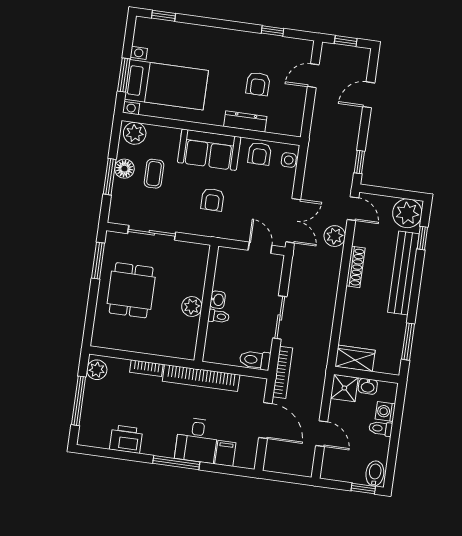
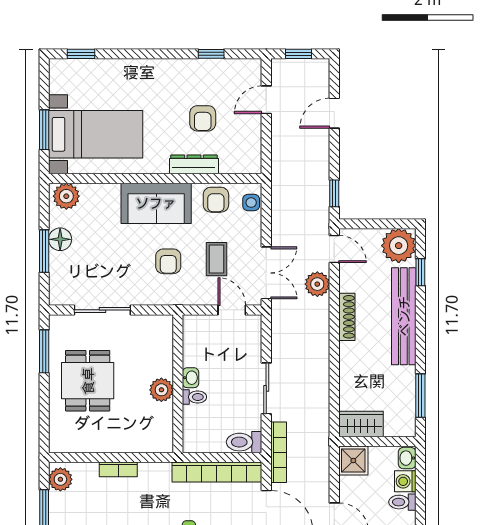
coffee table: (154, 174) -> (216, 259), moved
bookcase: (201, 378) -> (217, 472), moved
washbasin: (368, 386) -> (407, 458), moved, turned 90

